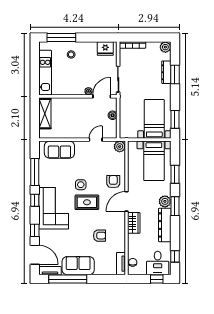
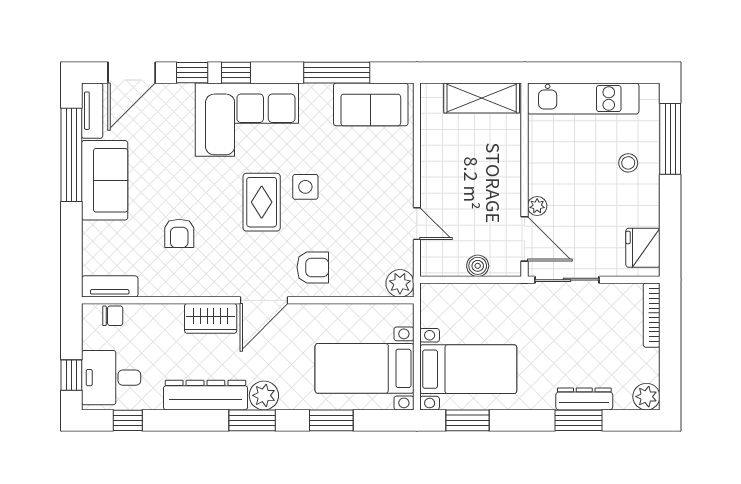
sofa: (59, 150) -> (371, 104), moved, turned -90
window: (35, 200) -> (236, 73), moved
door: (126, 201) -> (264, 300), swing flipped

